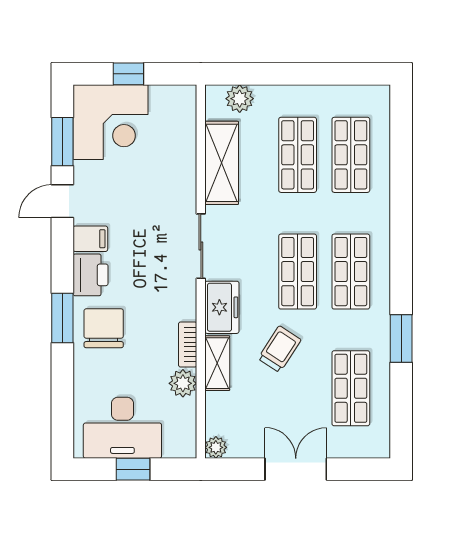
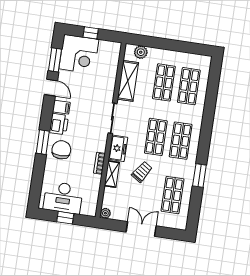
door: (62, 201) -> (51, 88), swing flipped
plant: (183, 383) -> (94, 181), removed

